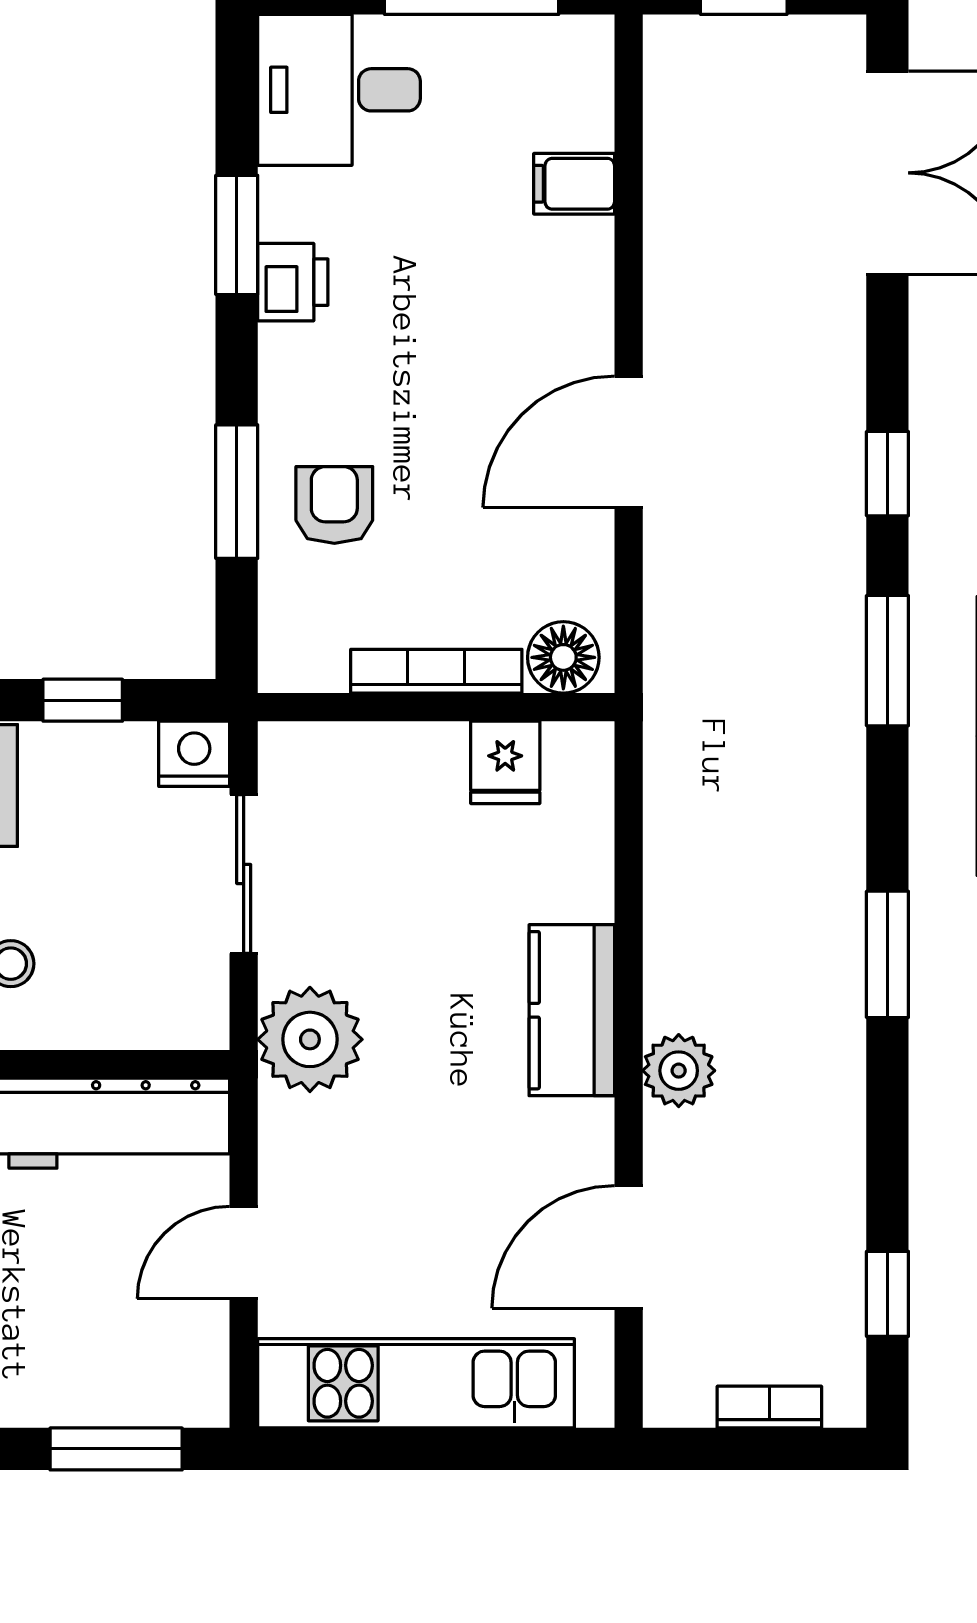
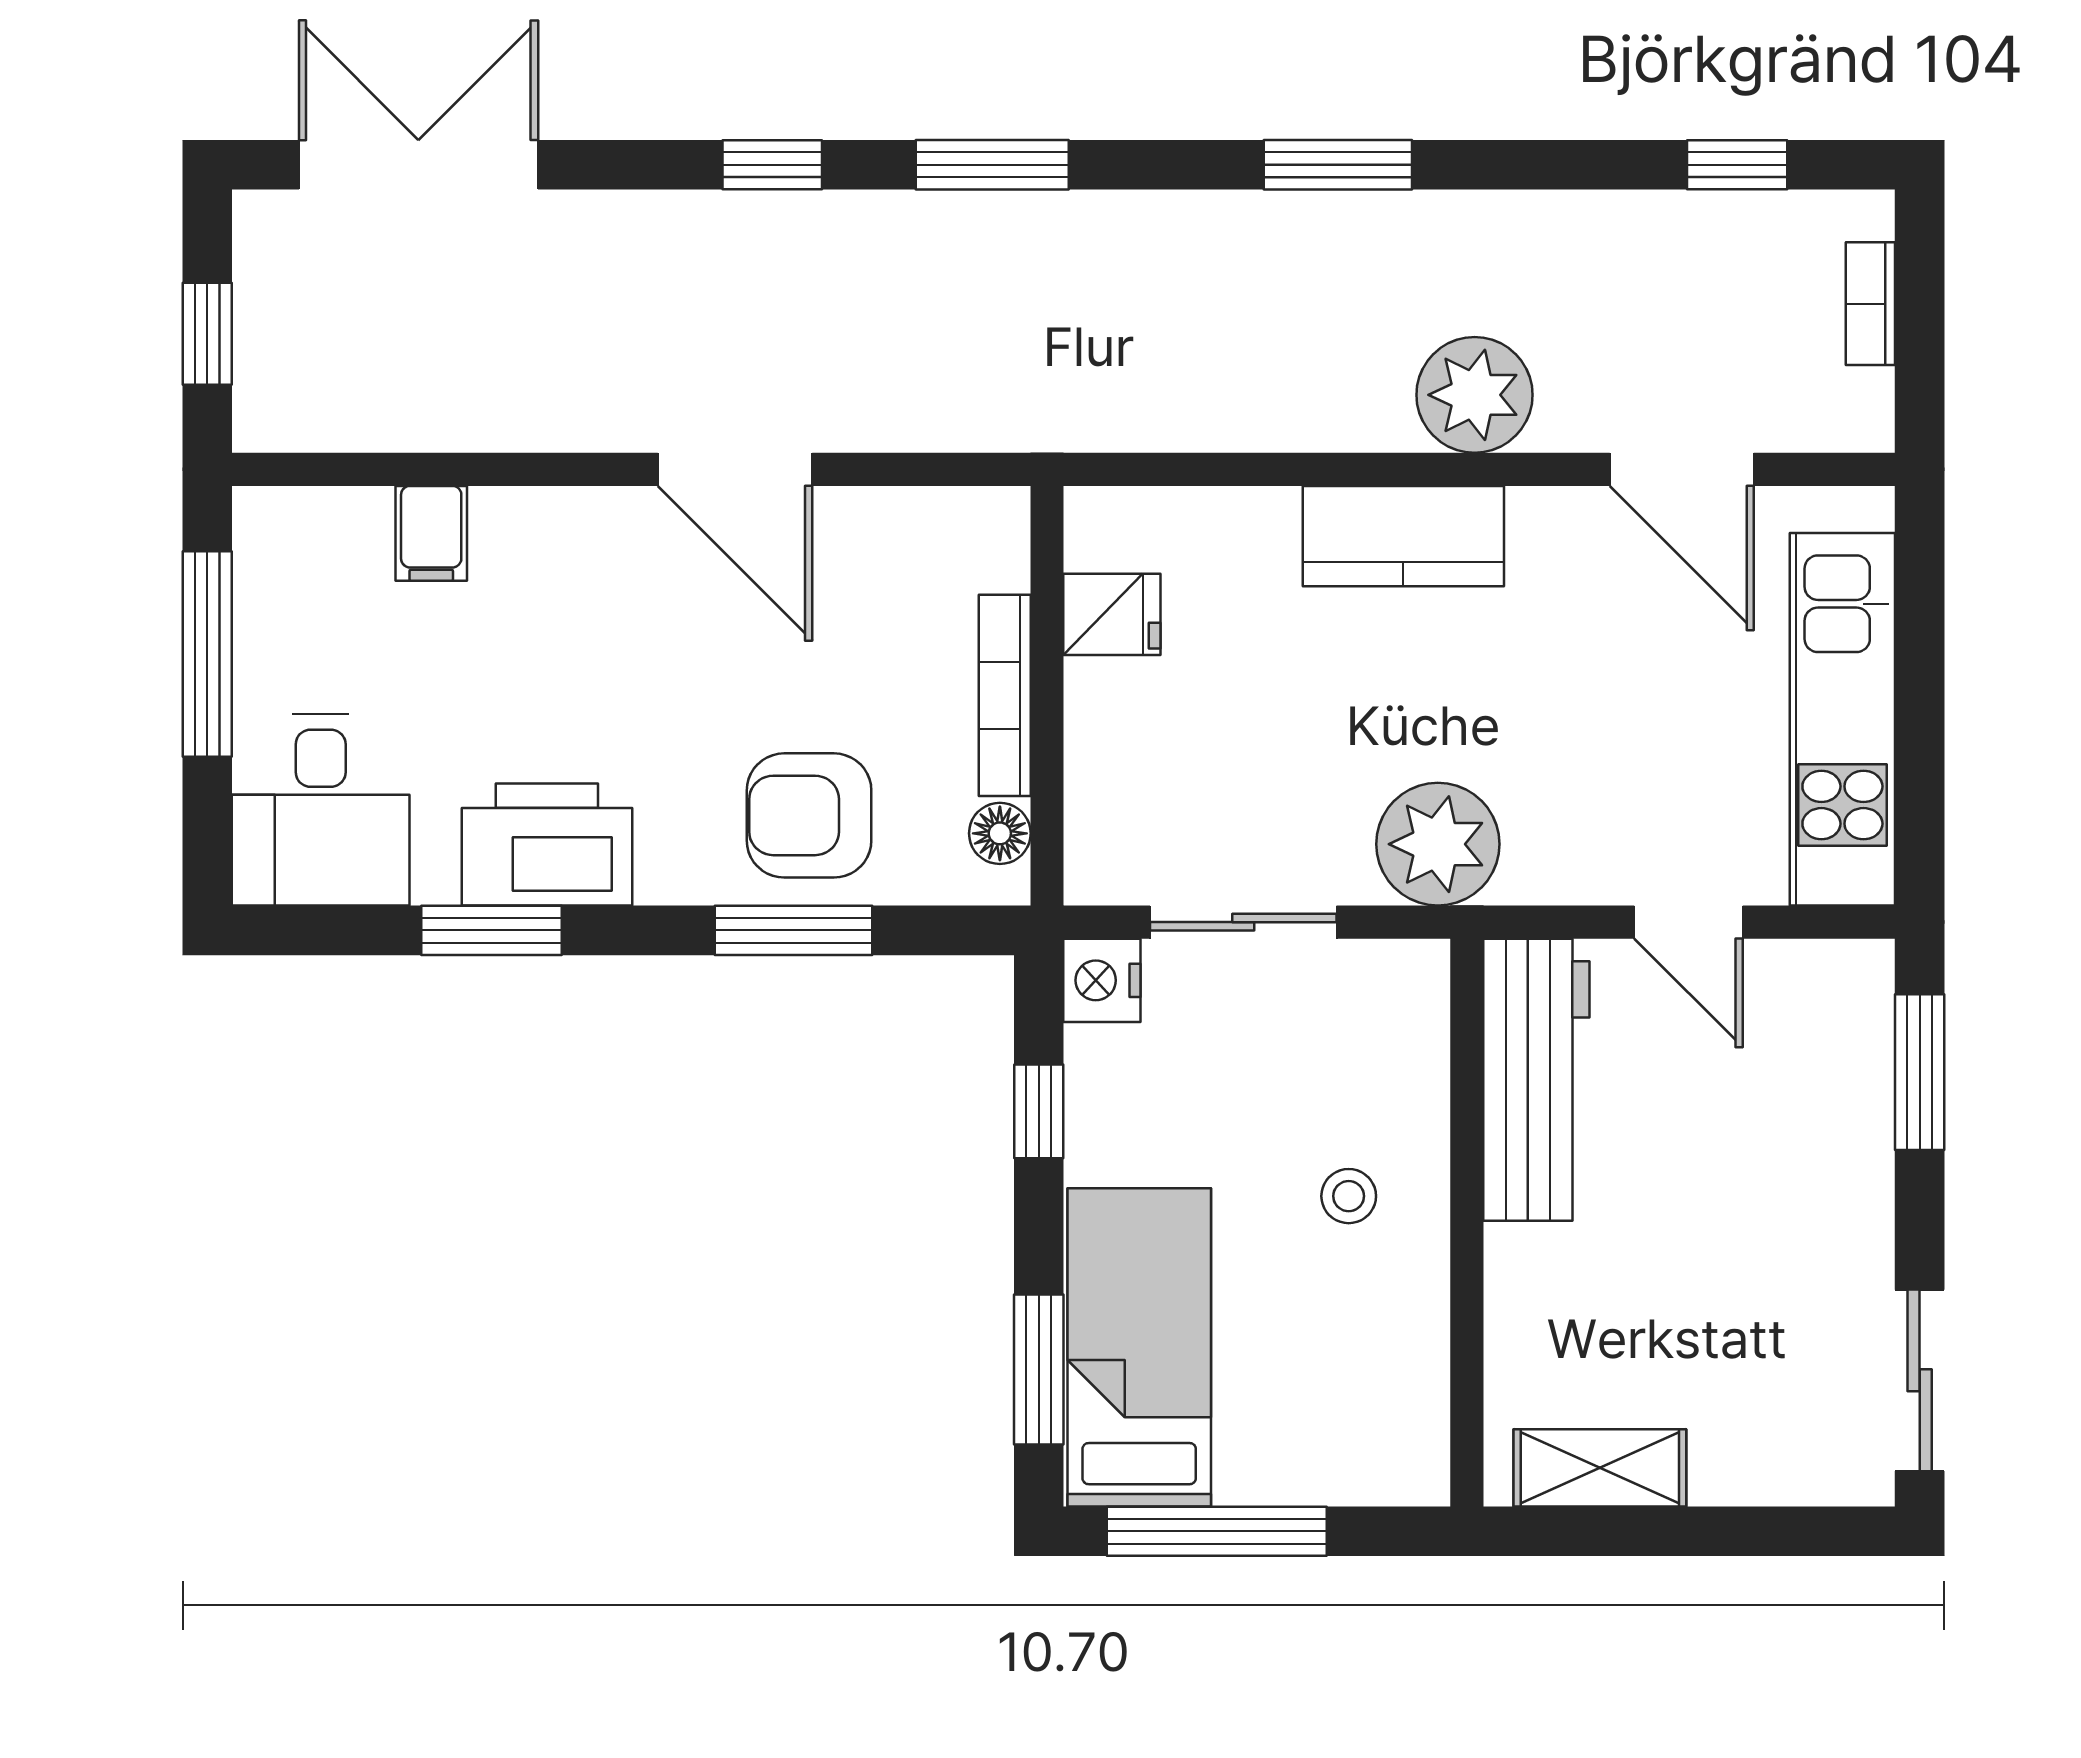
printer: (293, 282) -> (547, 844), width x1.87, depth x1.48
armchair: (334, 505) -> (809, 815), width x1.38, depth x1.38
floor lamp: (563, 657) -> (1000, 833), moved, width x0.73, depth x0.73
plant: (679, 1071) -> (1475, 395), width x1.36, depth x1.36

